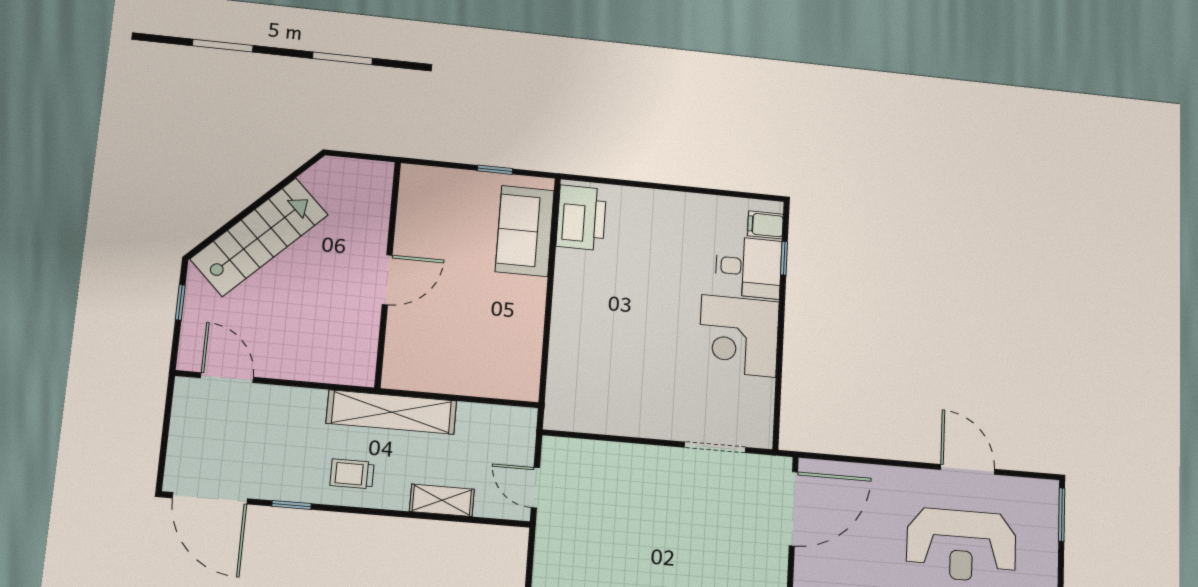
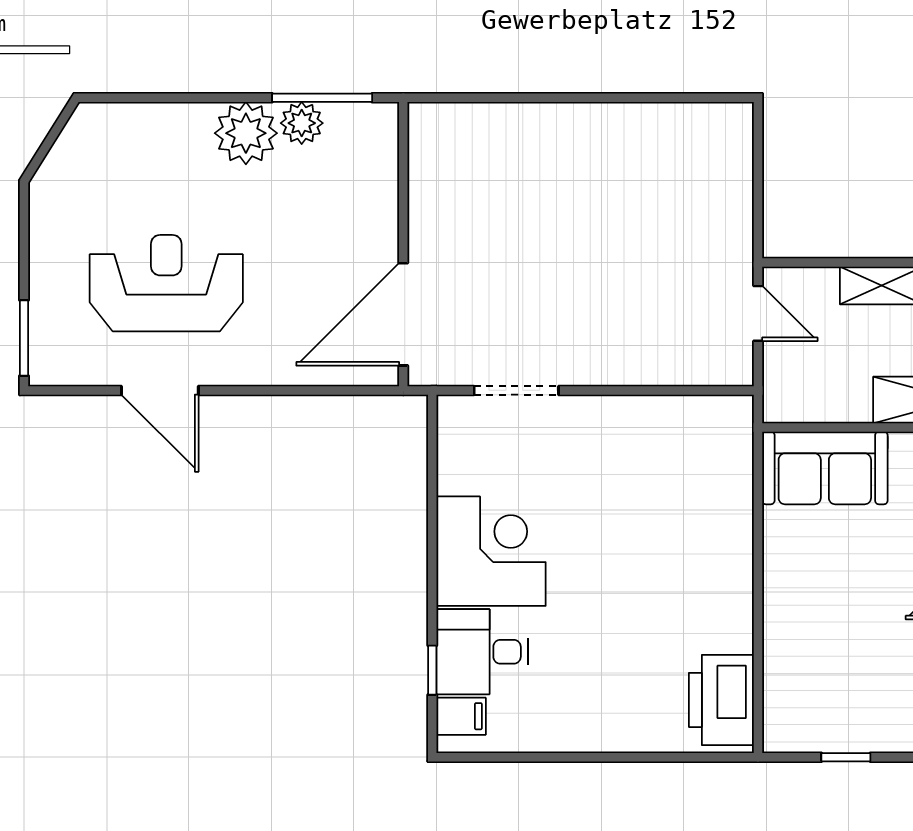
sofa: (525, 231) -> (825, 468), moved, turned 90

